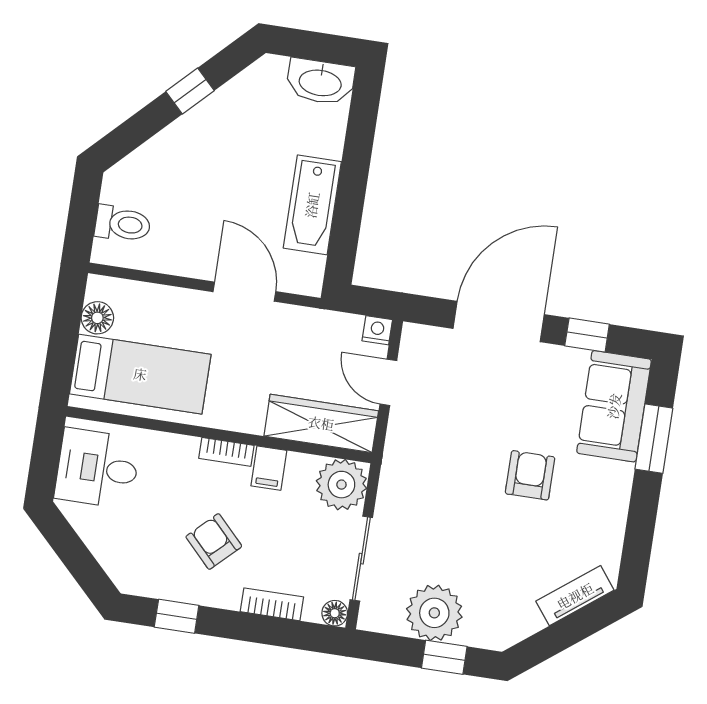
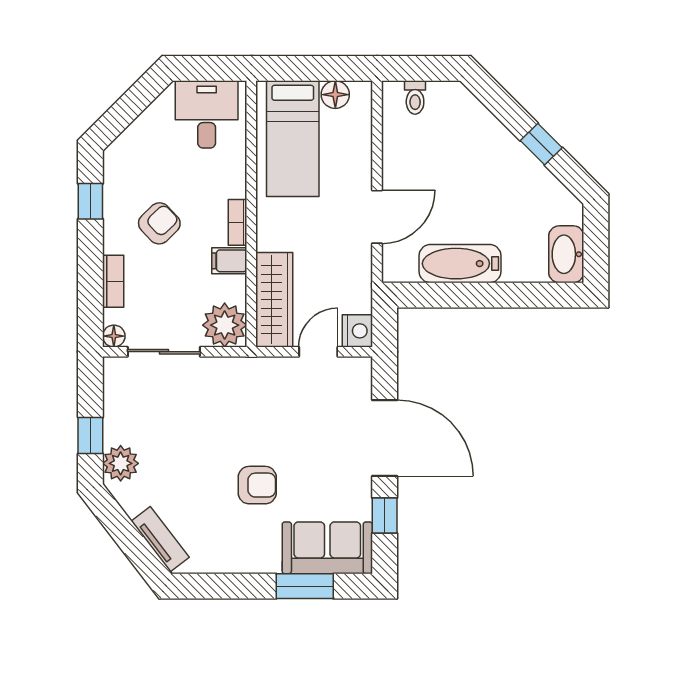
toilet: (123, 224) -> (415, 97), width x0.73, depth x0.72
nightstand: (377, 330) -> (357, 331), width x1.39, depth x1.35
plant: (434, 613) -> (121, 463), moved, width x0.73, depth x0.73

